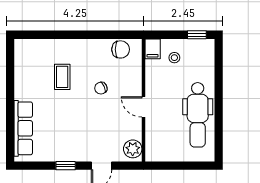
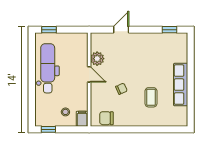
row of seats: (23, 128) -> (181, 85), moved
plant: (133, 149) -> (97, 59), moved
window: (66, 166) -> (169, 30), moved
window: (196, 166) -> (49, 30), added

